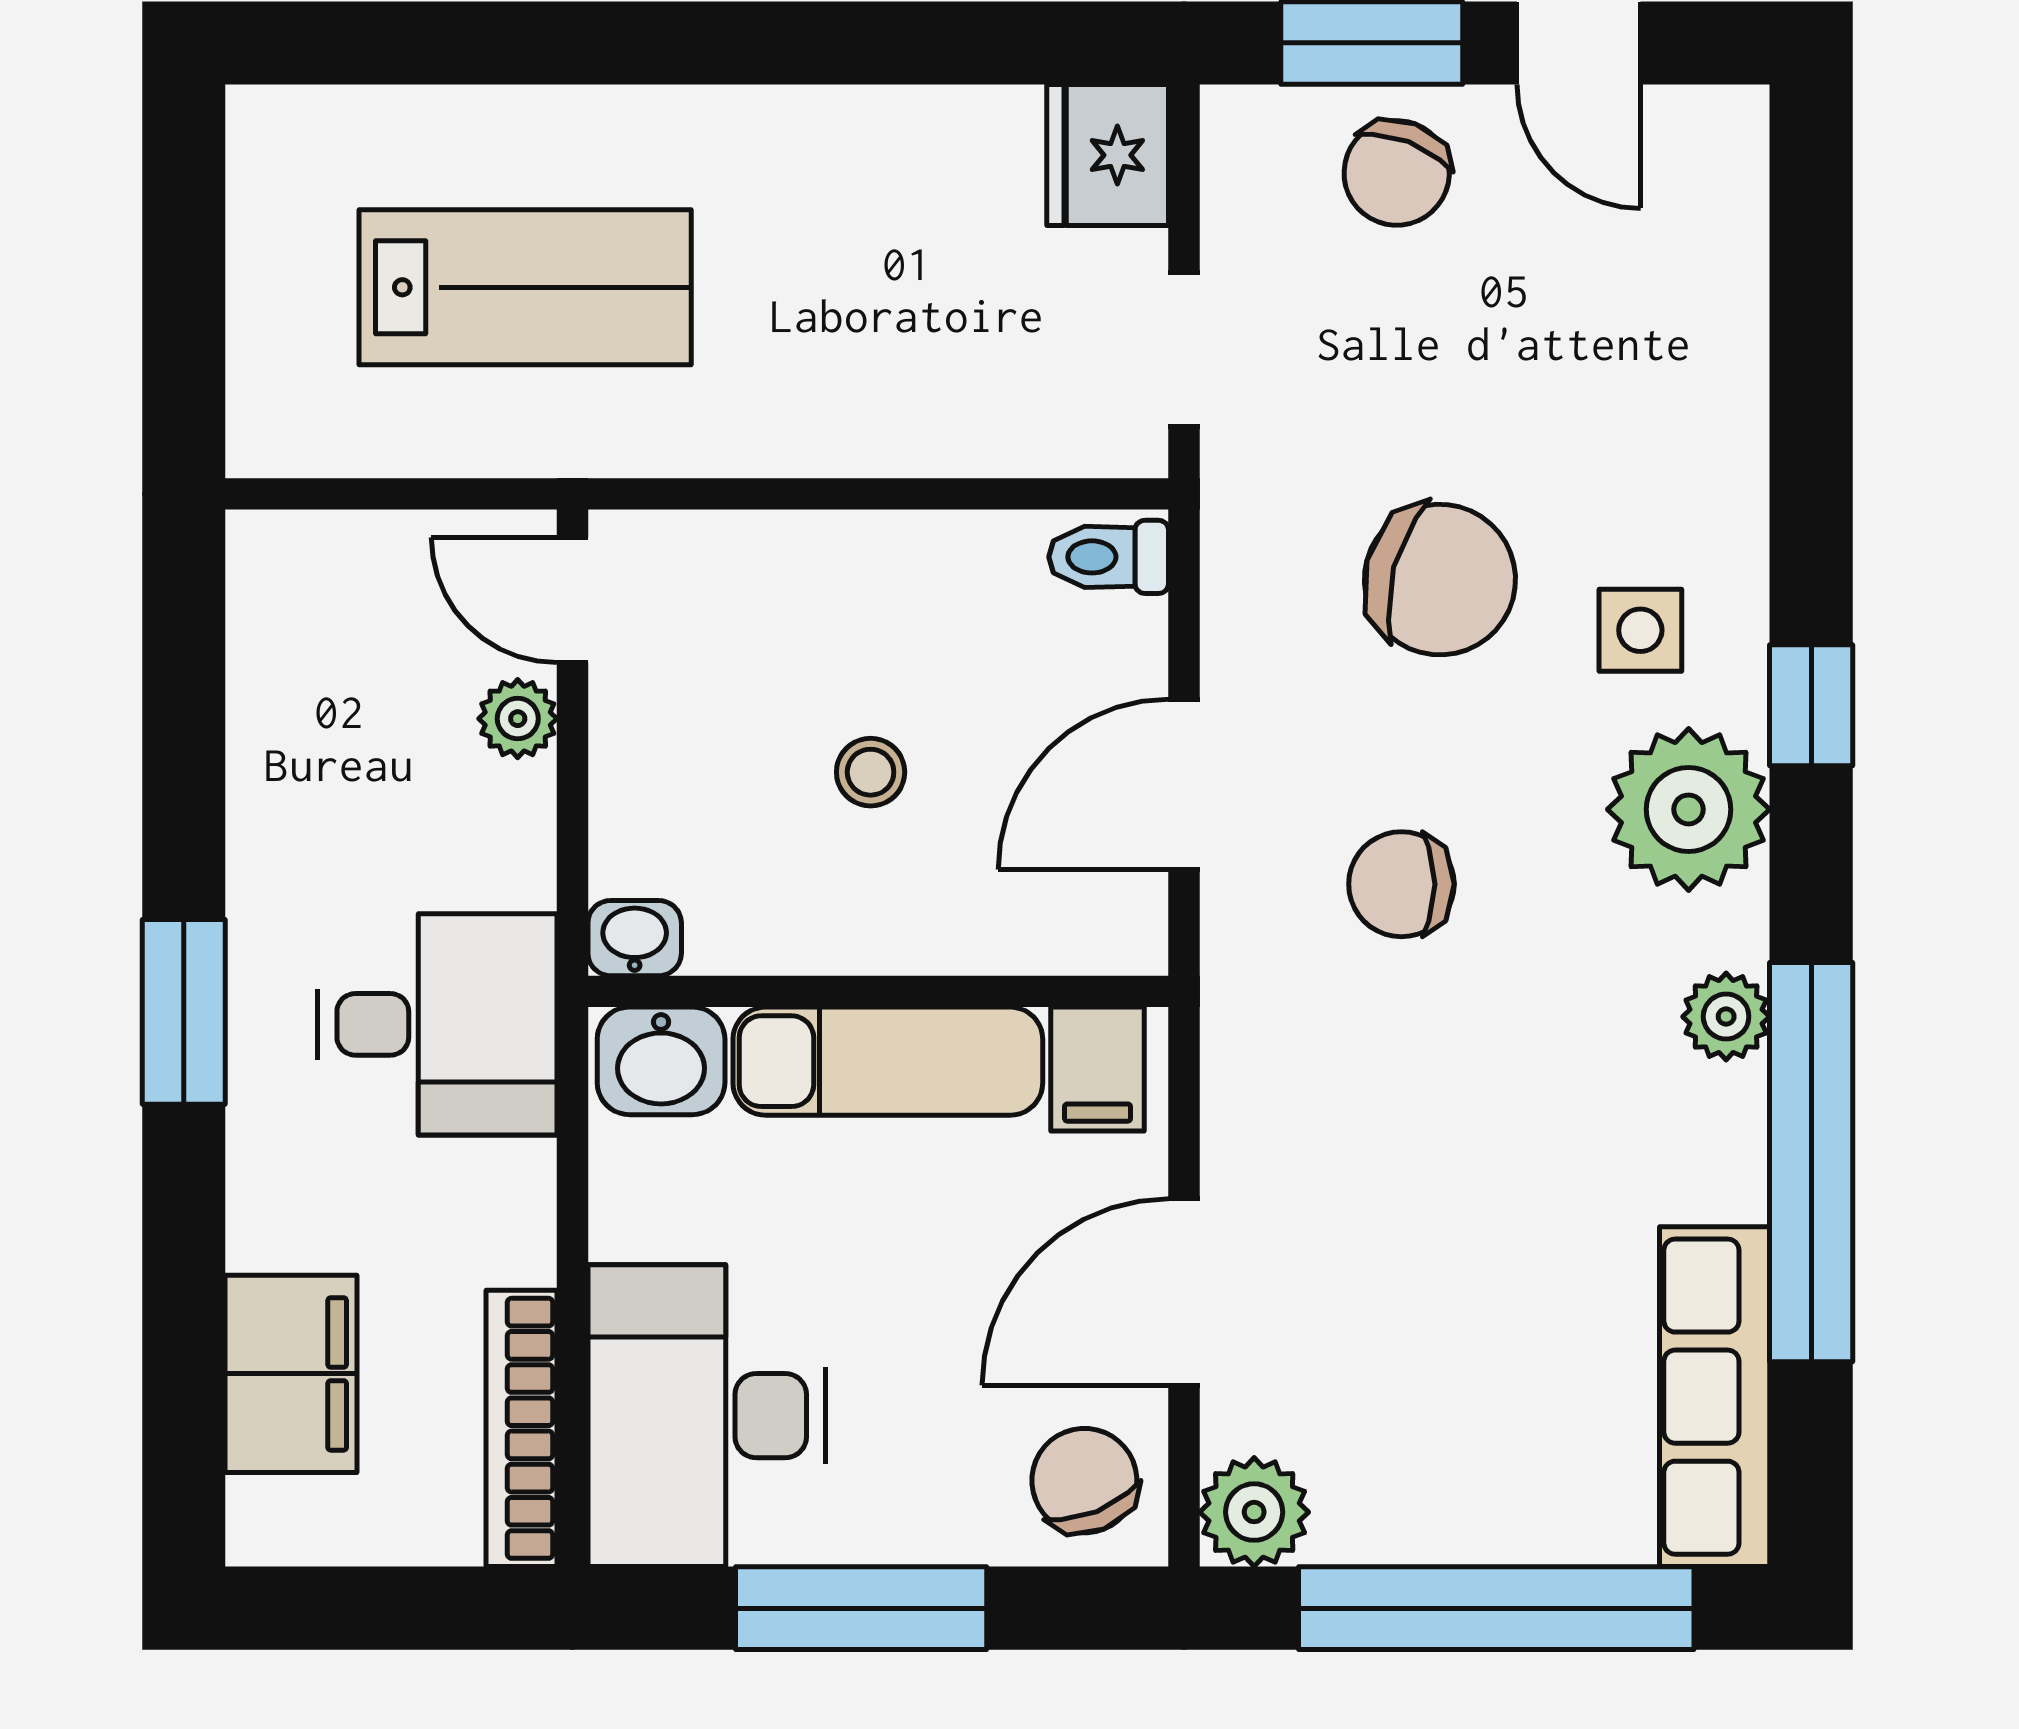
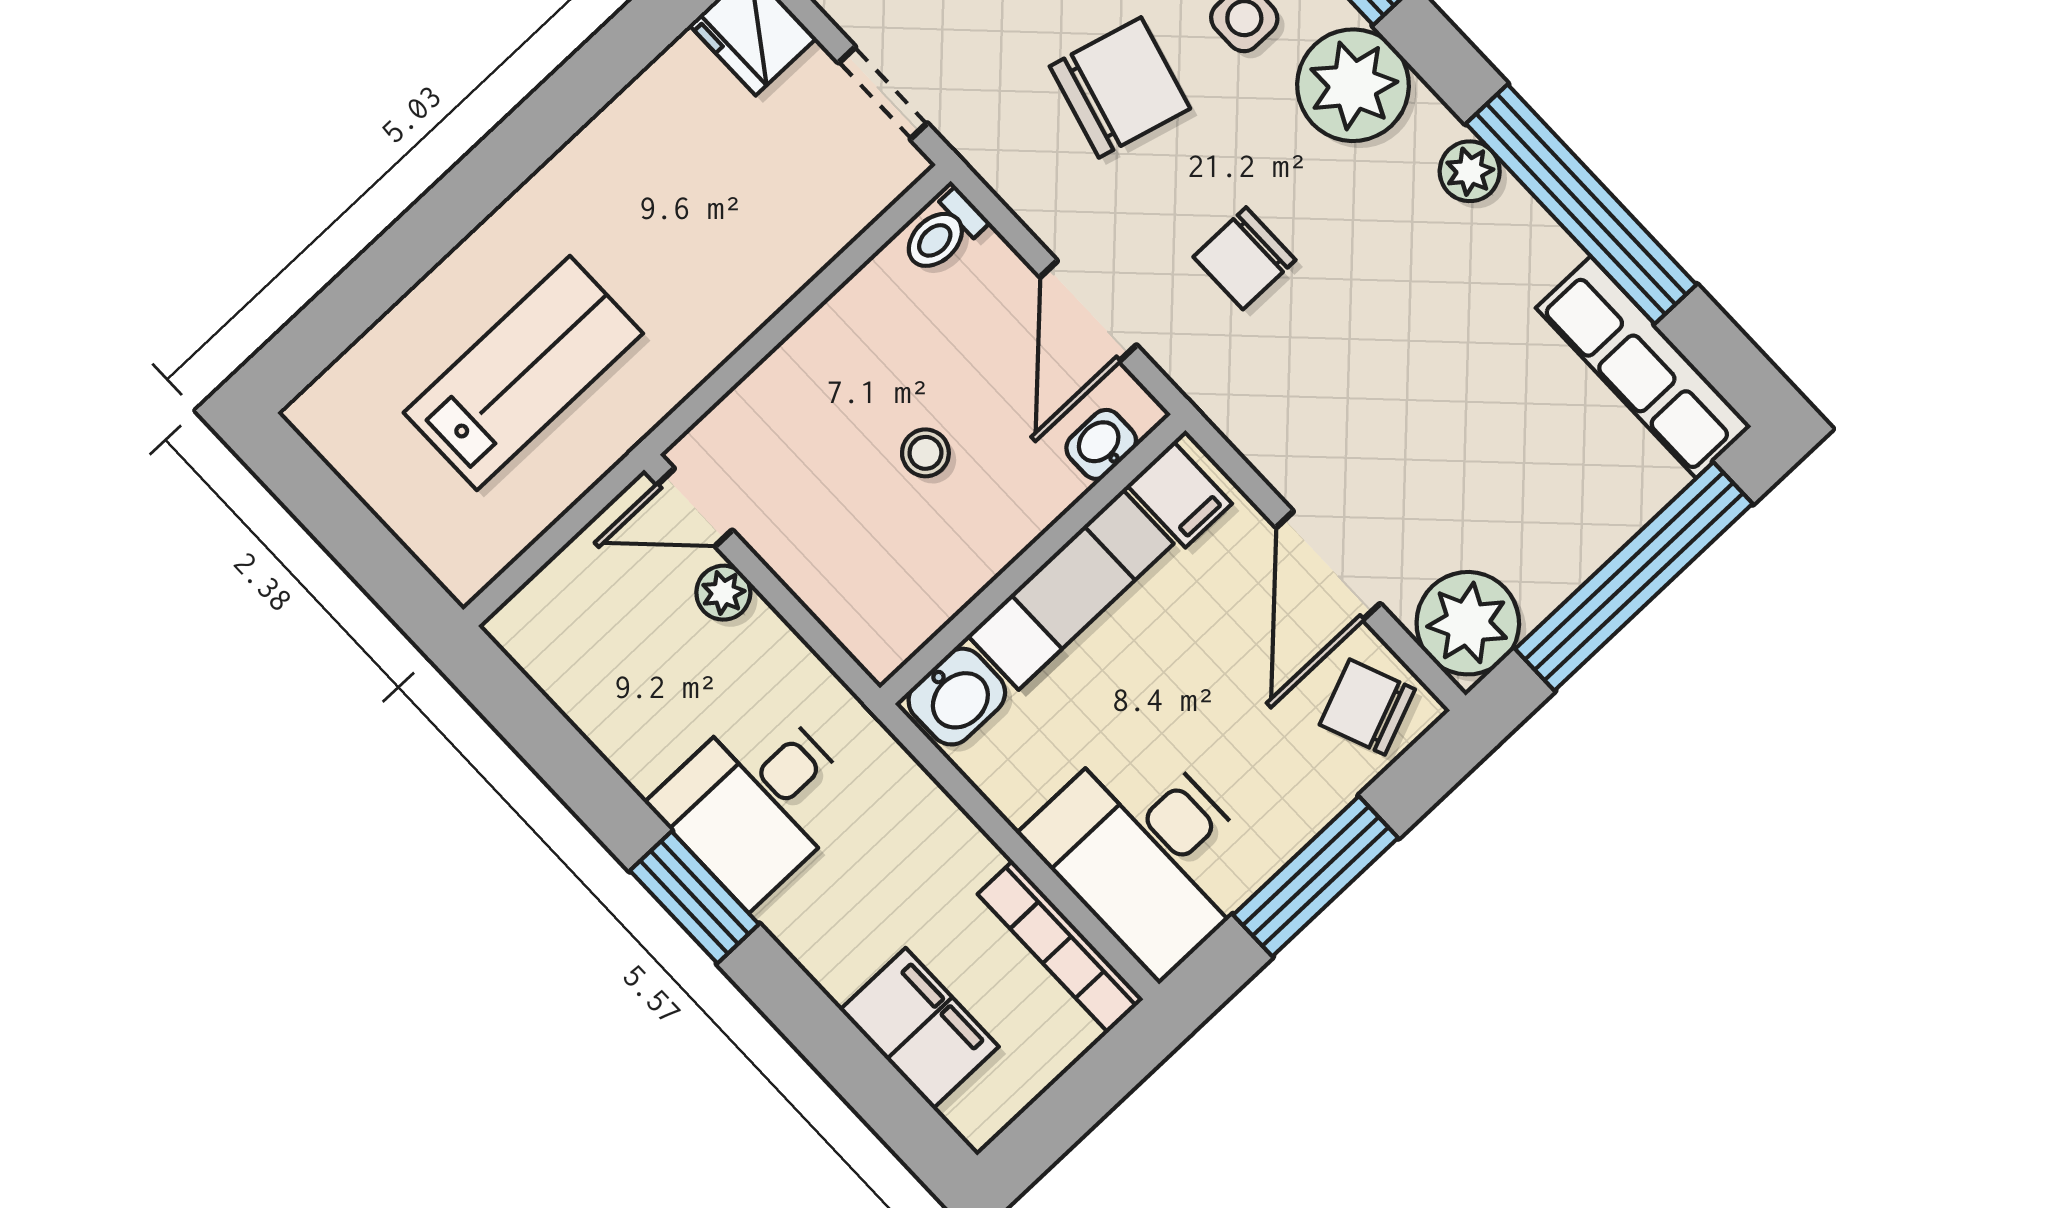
washbasin: (635, 938) -> (1101, 444), moved
desk: (437, 1024) -> (756, 801), moved, turned 180
plant: (1254, 1512) -> (1468, 623), width x1.36, depth x1.36

